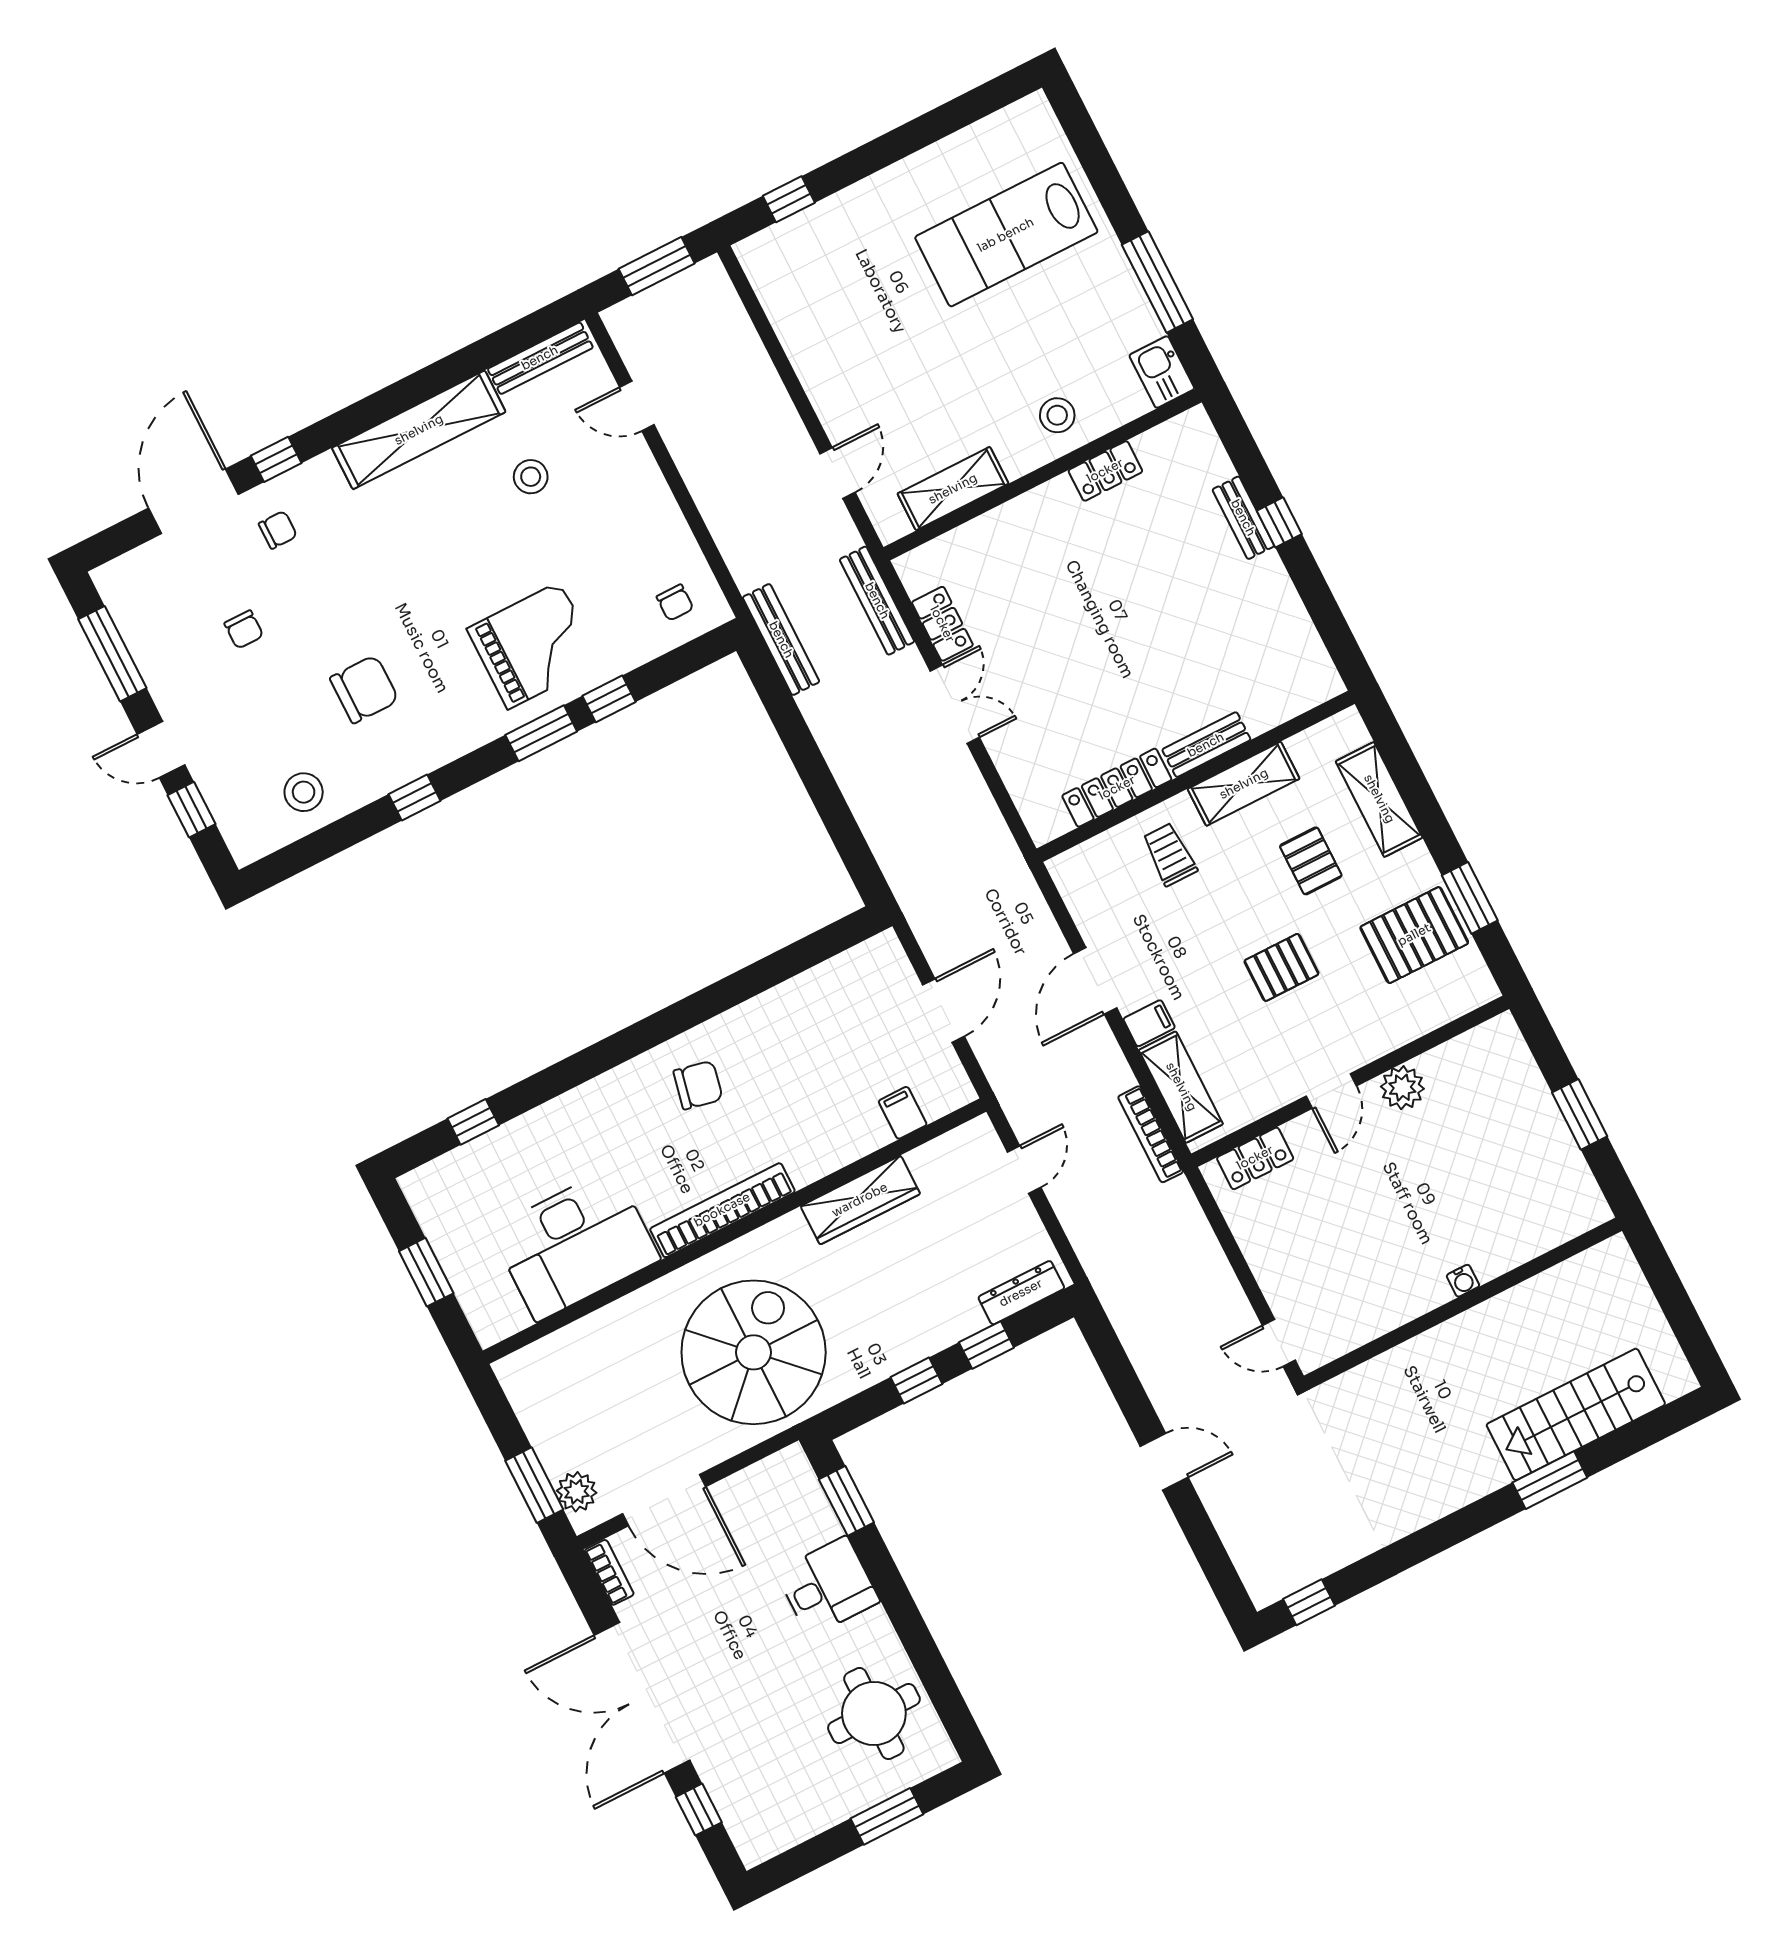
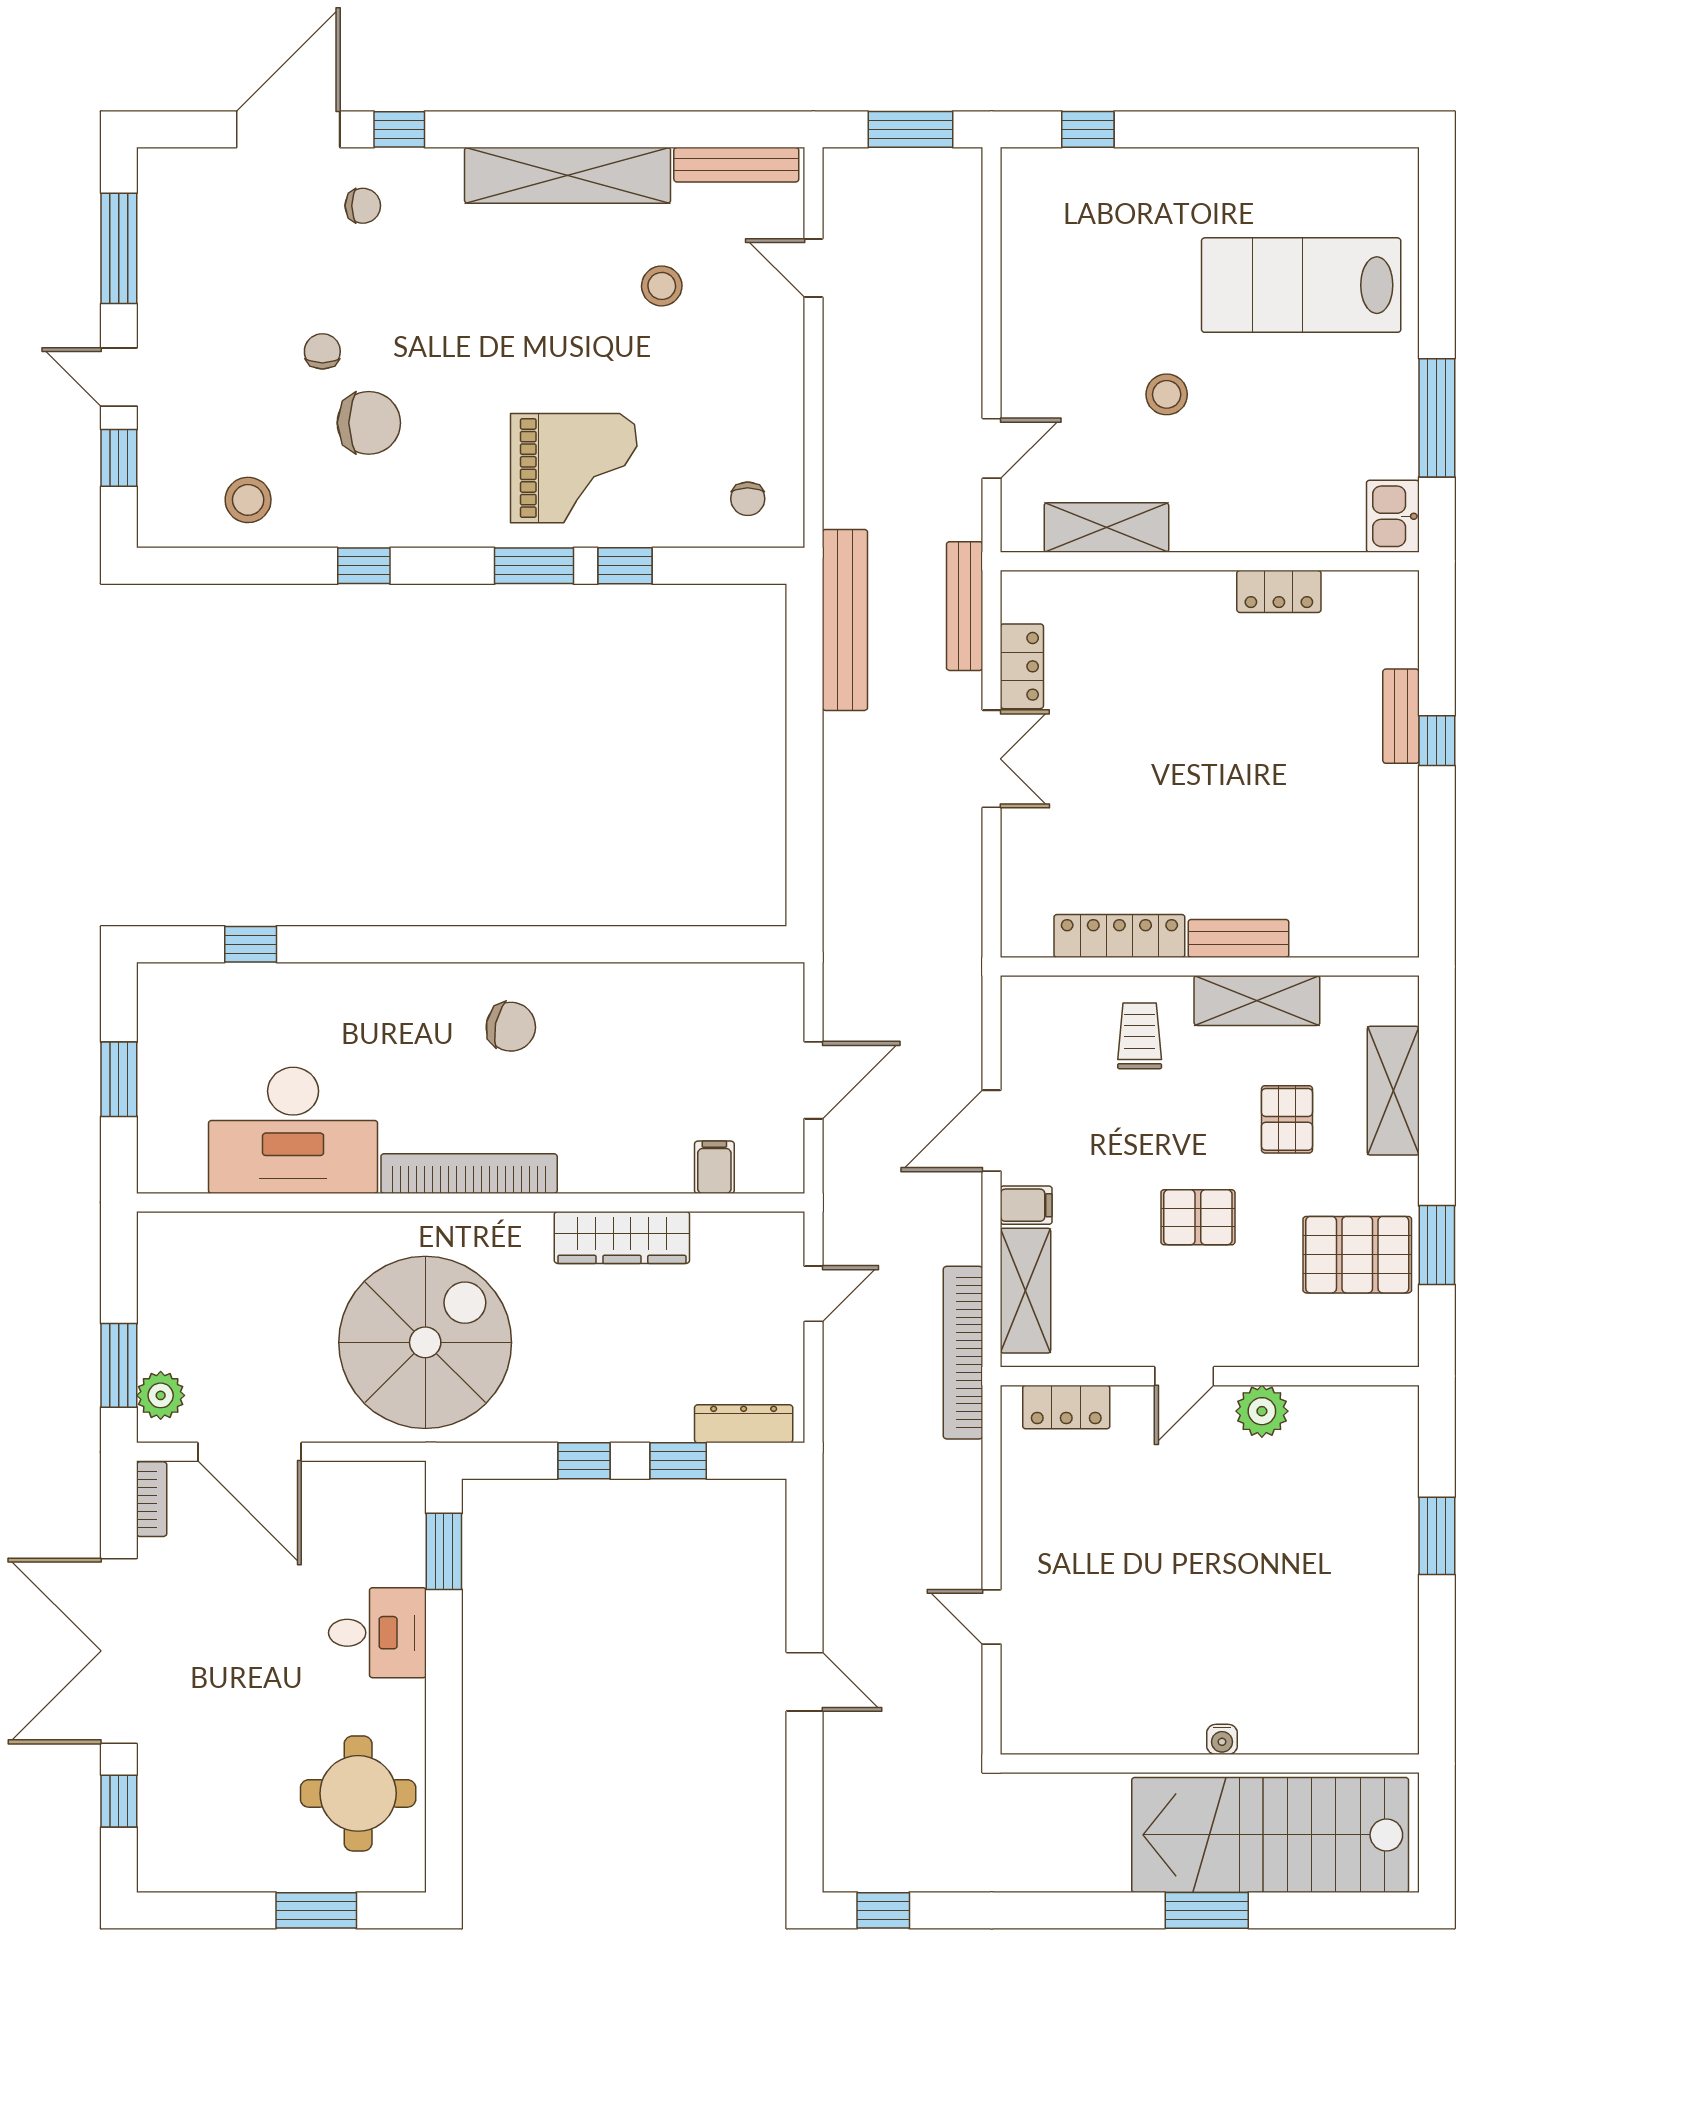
stool: (1057, 415) -> (1167, 394), moved
chair: (244, 629) -> (322, 351), moved, turned 180
bench: (781, 640) -> (845, 620), width x1.37, depth x1.21
bookcase: (1151, 1134) -> (963, 1353), width x1.48, depth x1.31
water cooler: (1463, 1281) -> (1222, 1739), moved
wall: (1463, 1303) -> (1210, 1763), moved
stairs: (1576, 1414) -> (1270, 1835), width x1.36, depth x1.51

